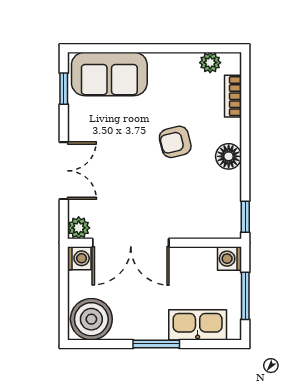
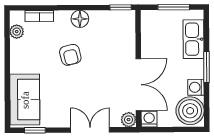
washing machine: (229, 259) -> (196, 87), moved, turned 90

